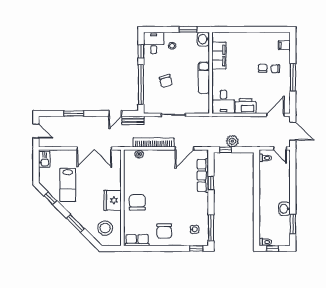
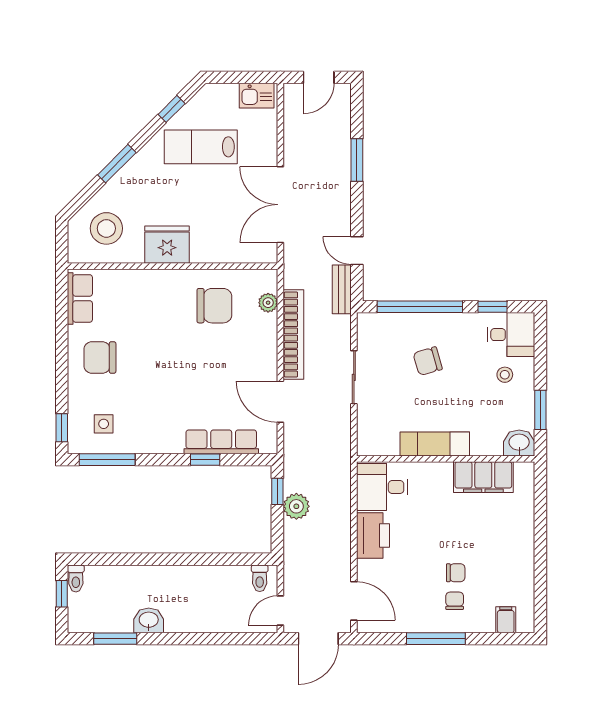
chair: (137, 202) -> (214, 306), moved

